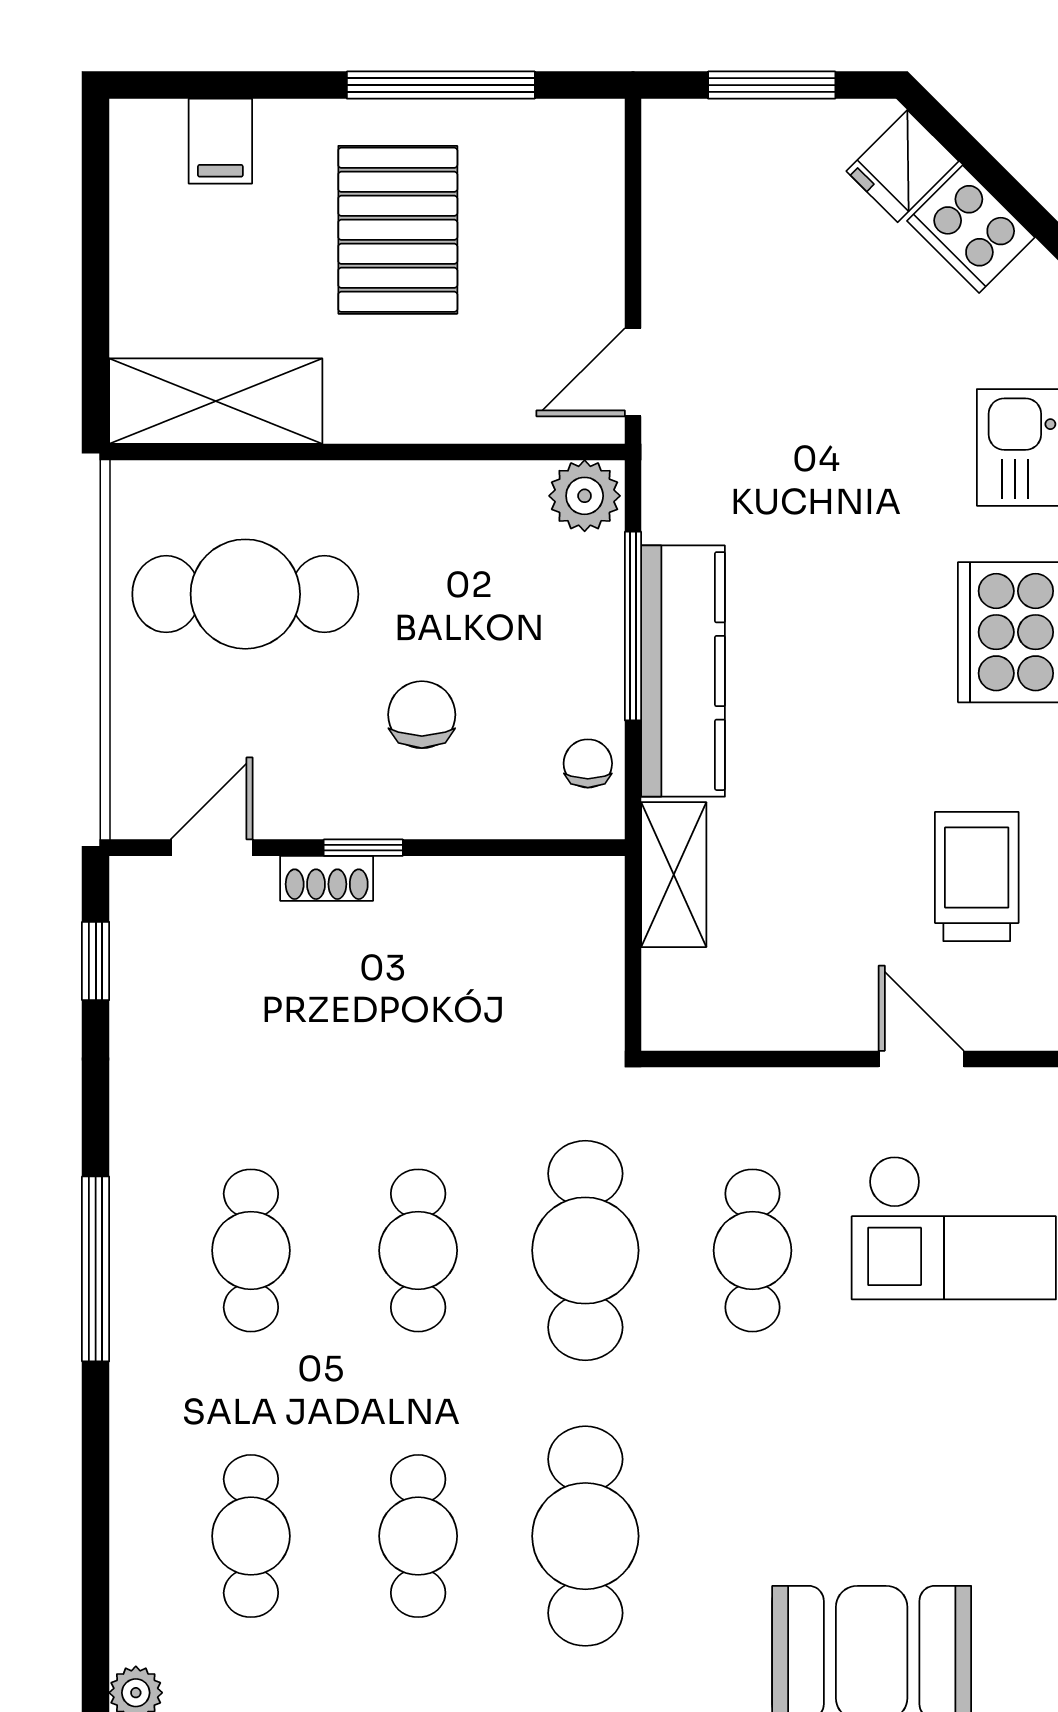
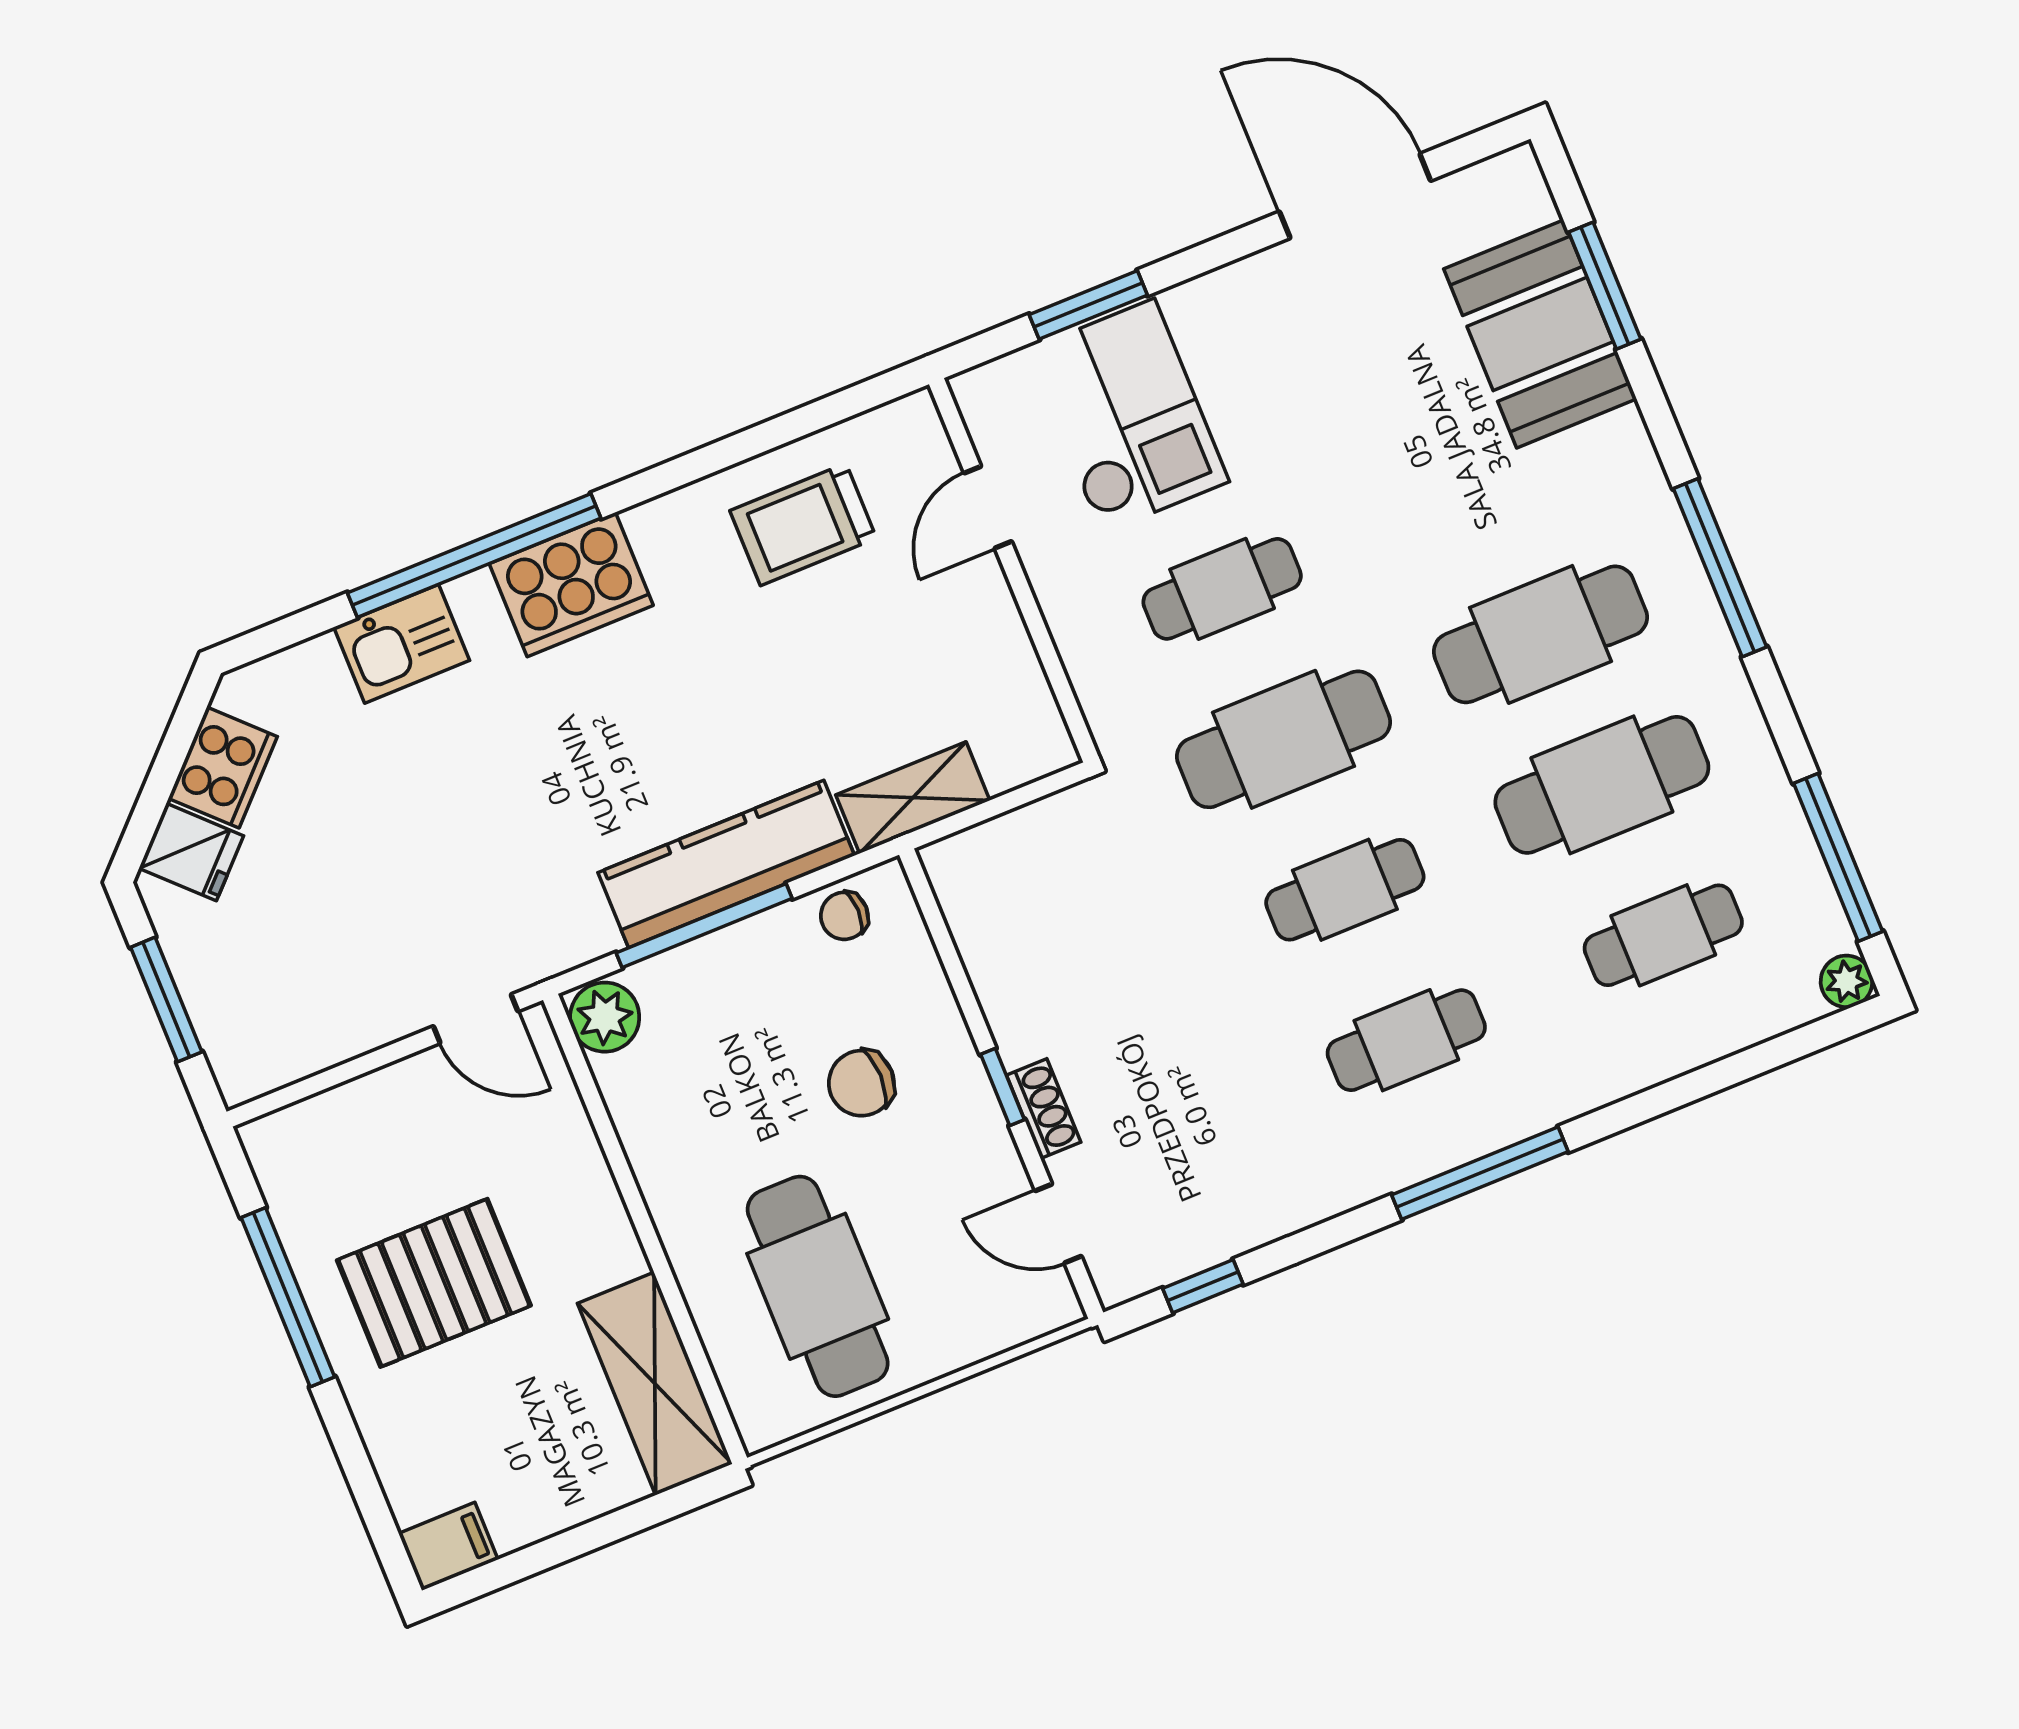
filing cabinet: (220, 141) -> (448, 1546), moved
cafe table: (418, 1536) -> (1602, 785), width x1.37, depth x1.35

